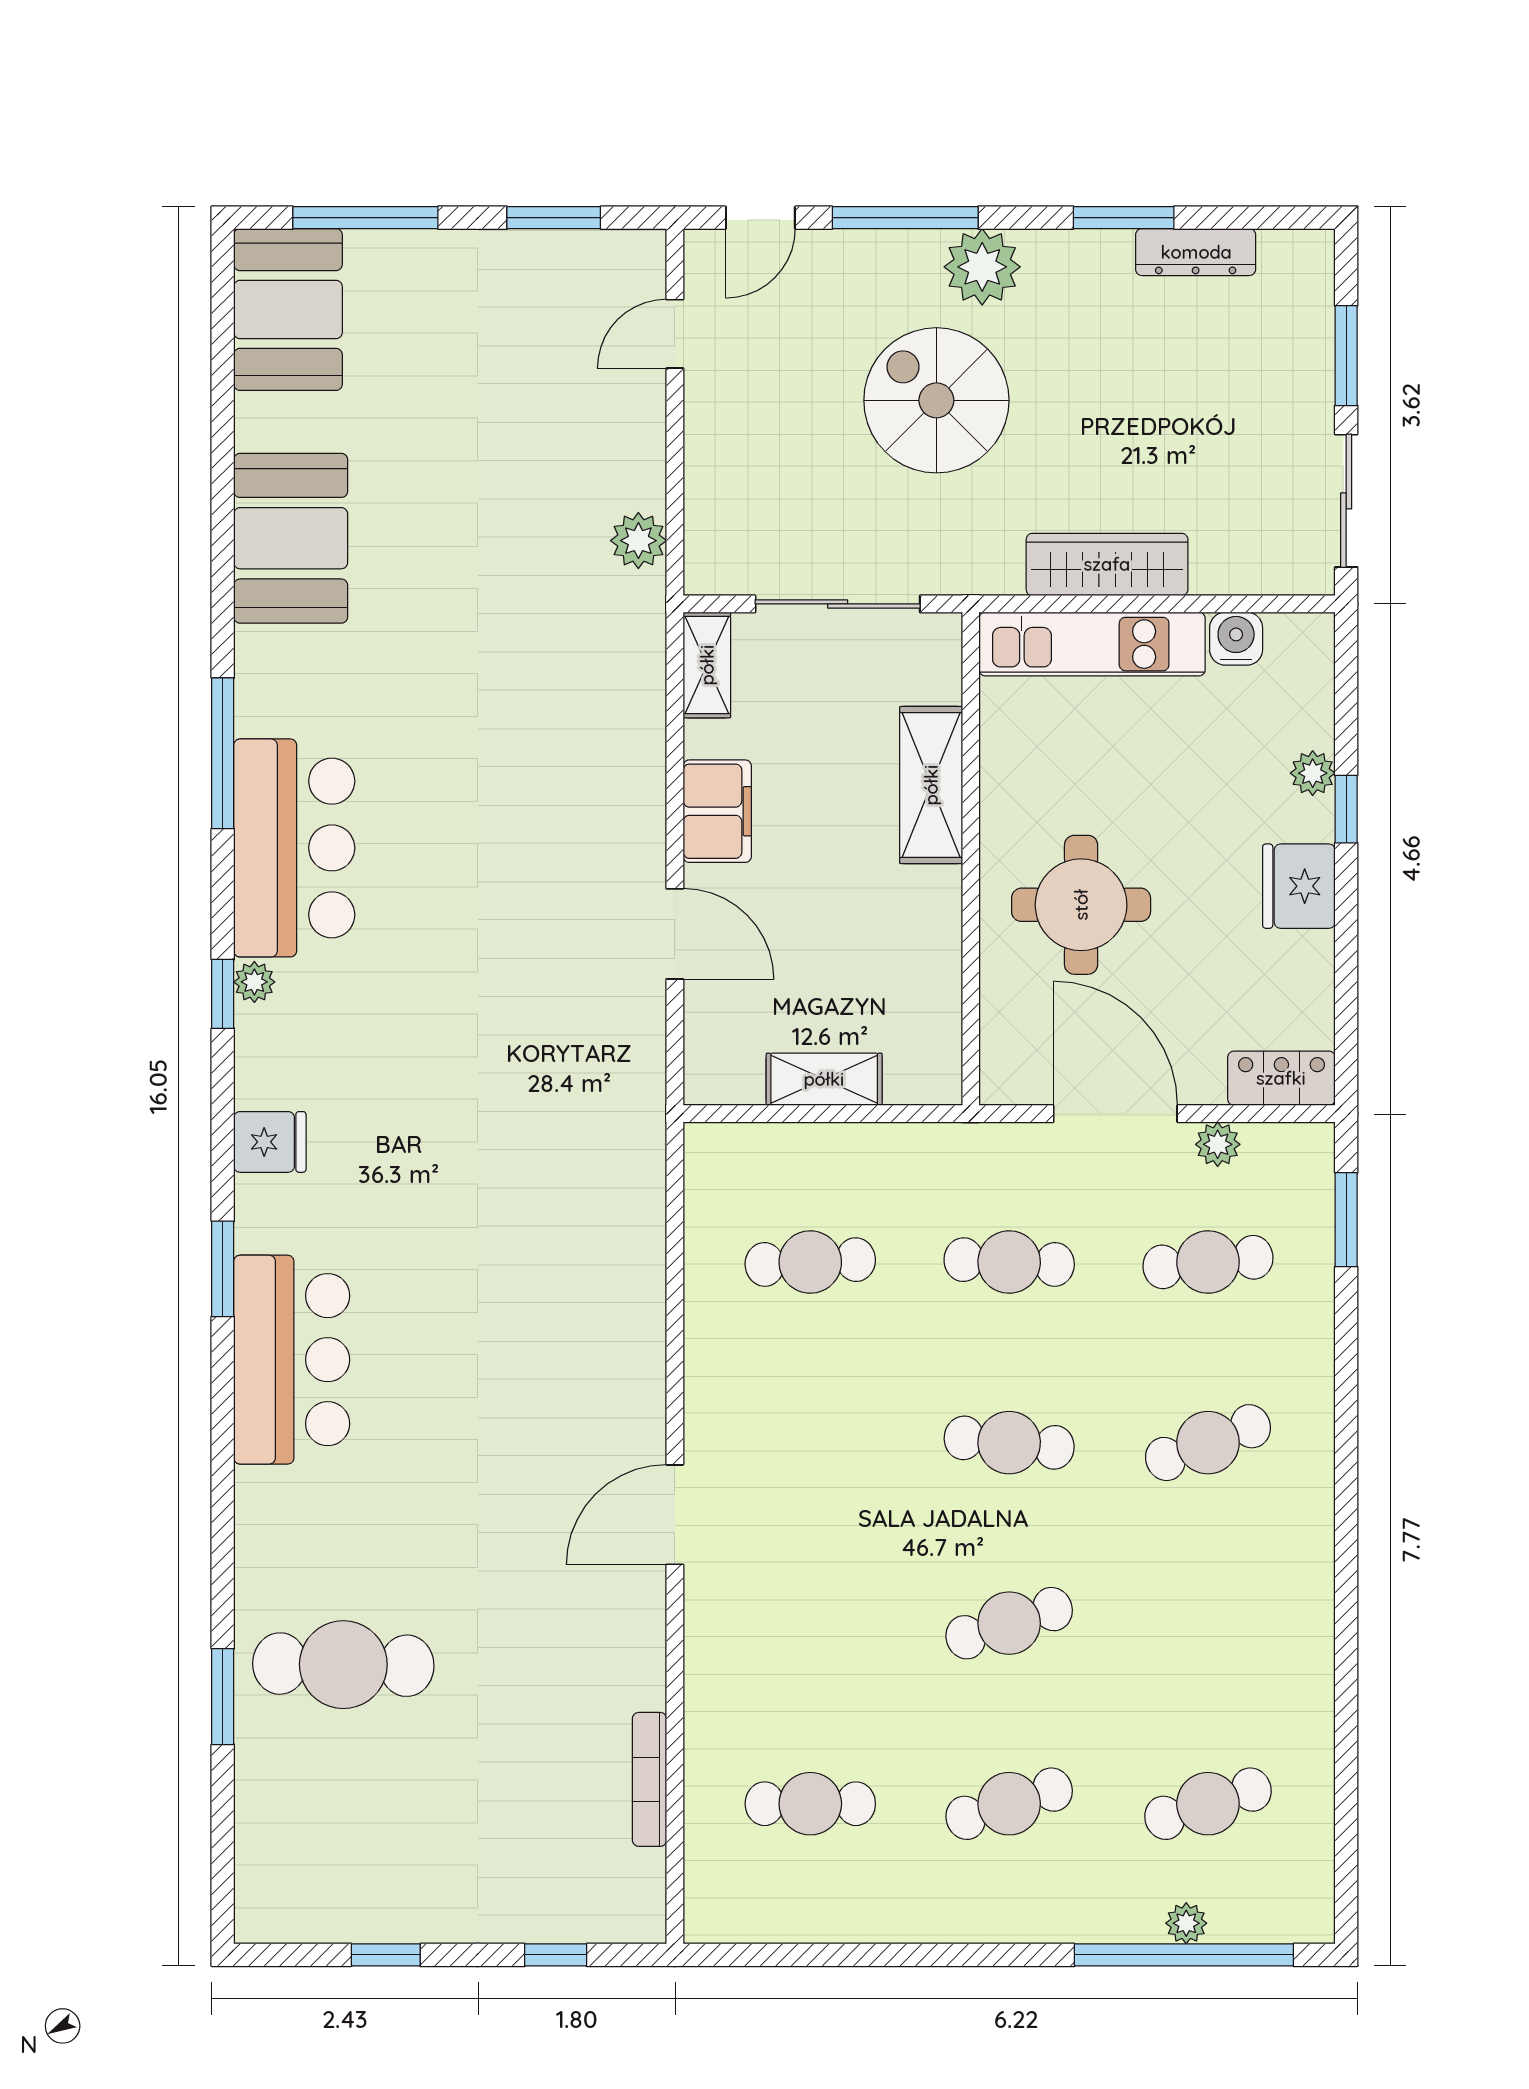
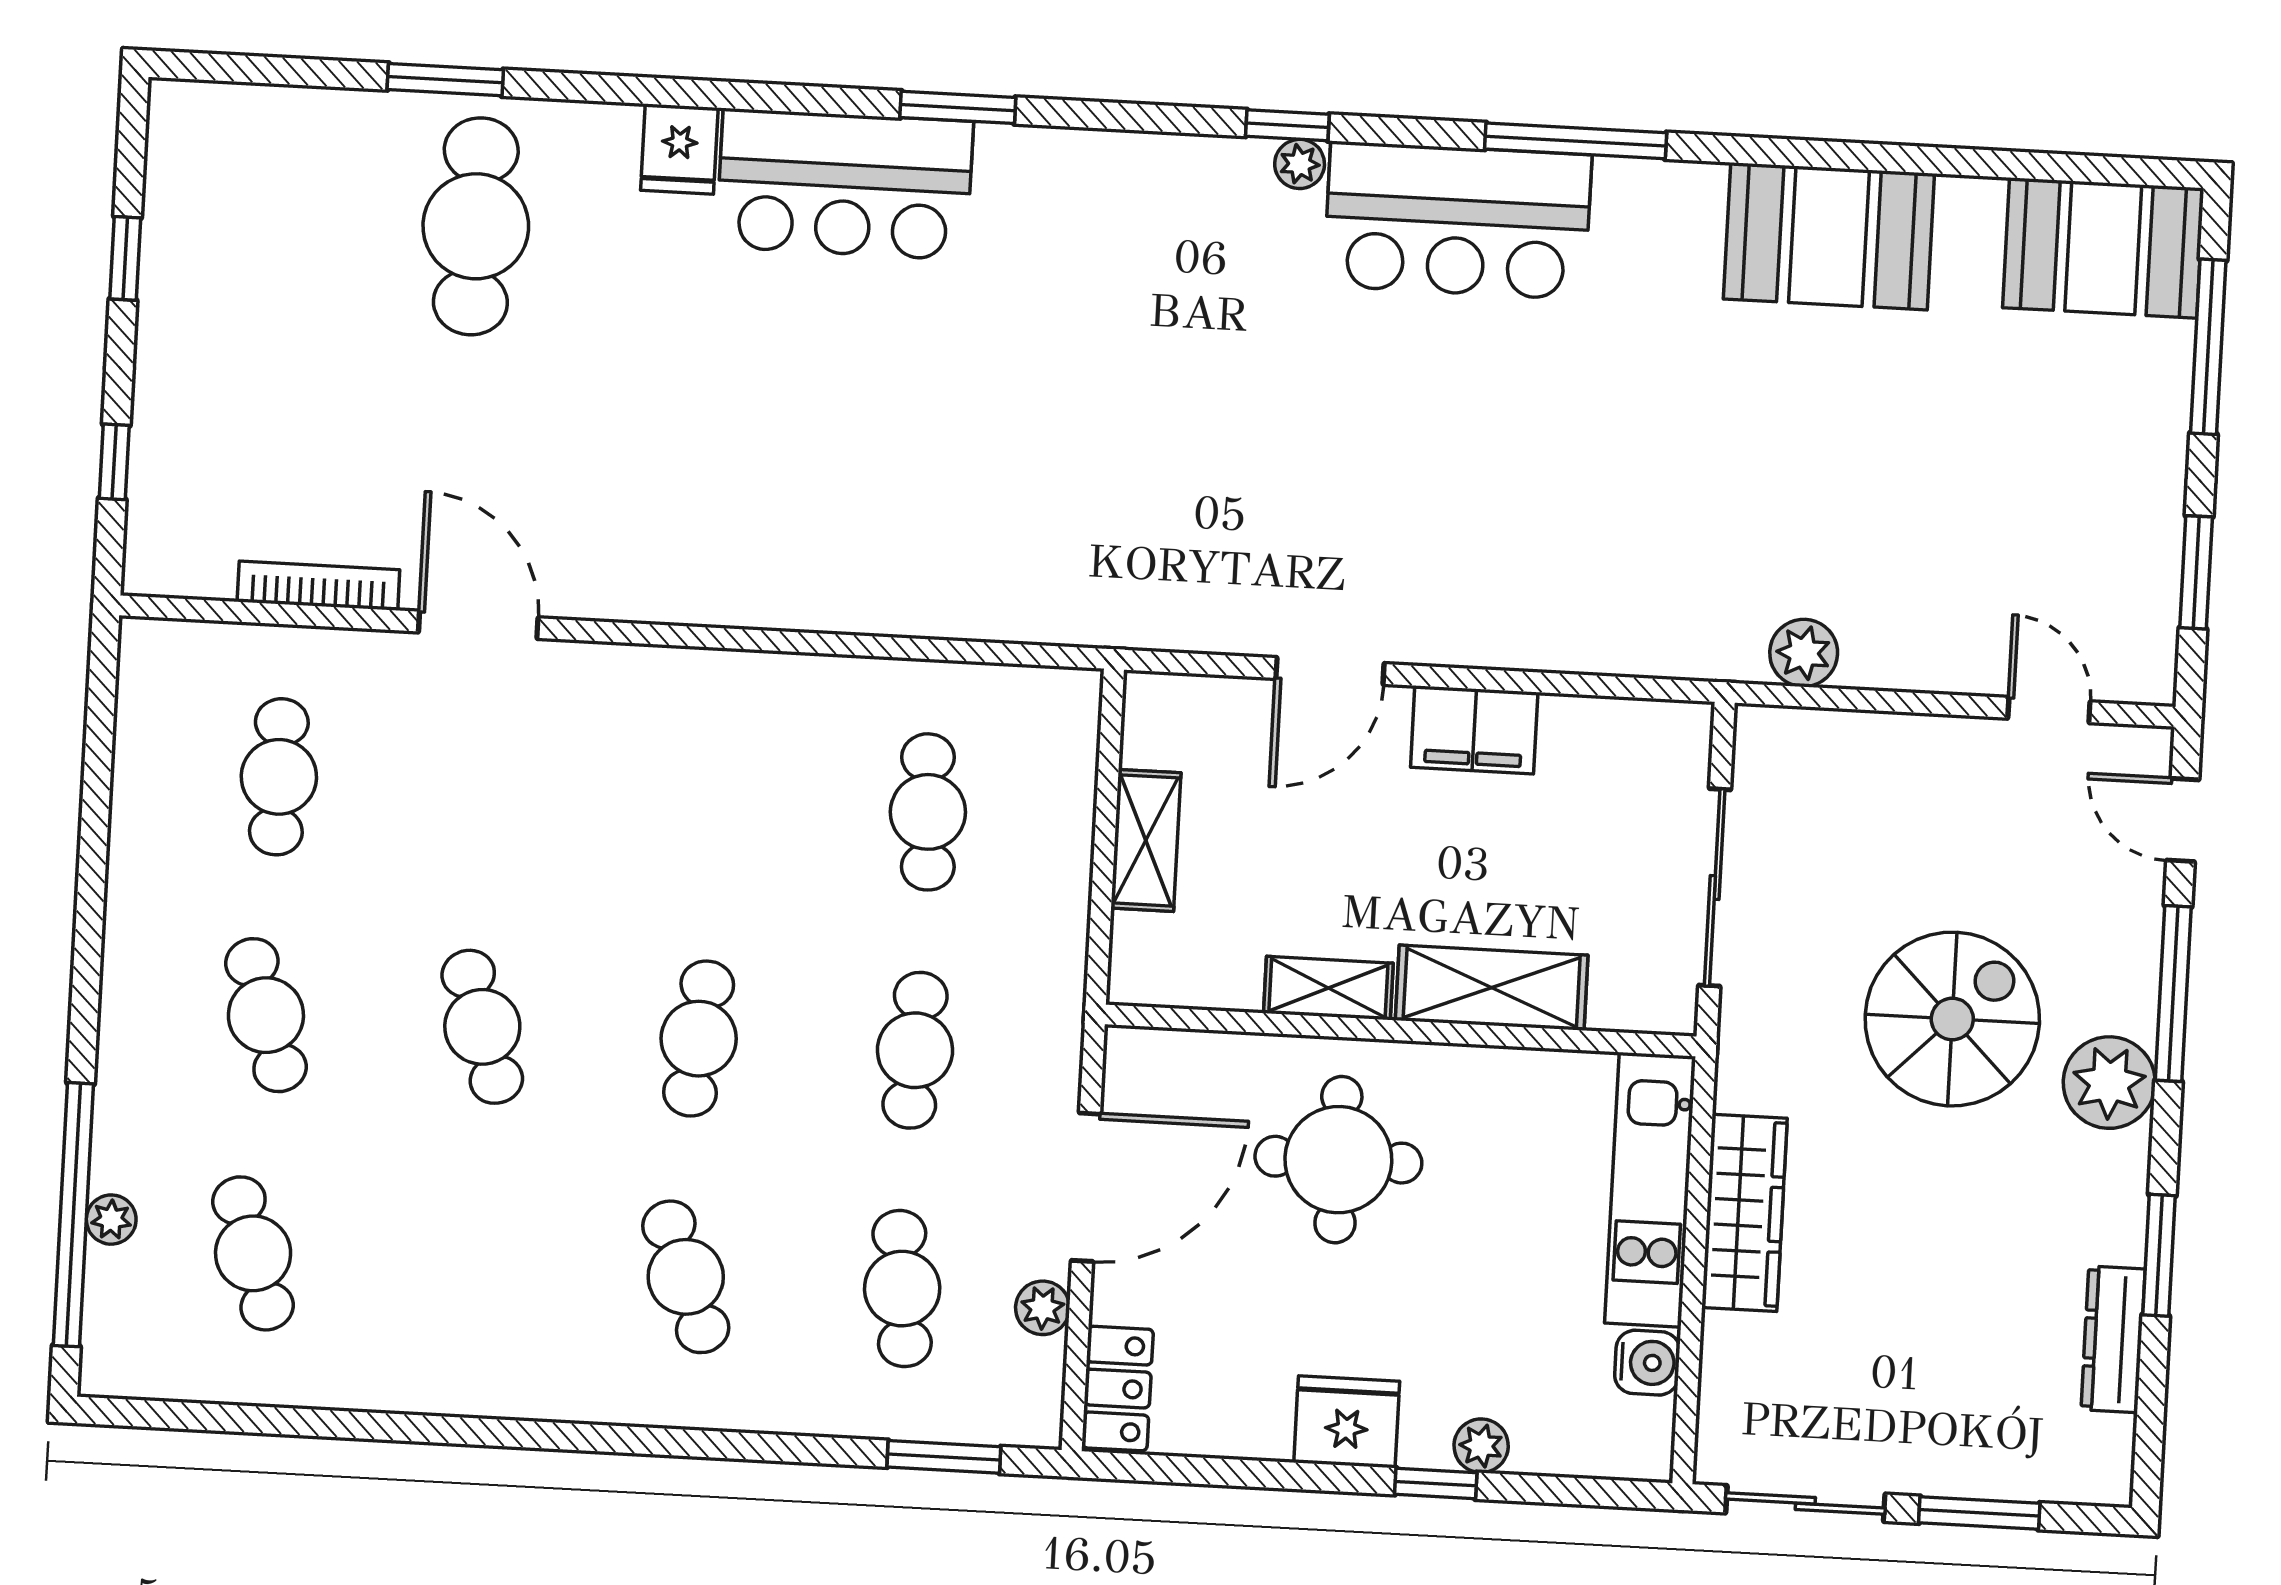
shelving: (707, 665) -> (1328, 988), moved
fridge: (270, 1142) -> (679, 149), moved
door: (675, 1515) -> (478, 625), moved

